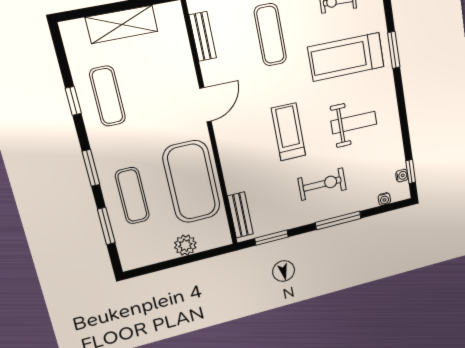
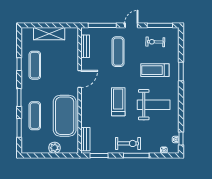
treadmill: (346, 57) -> (155, 70), width x0.73, depth x0.73
weight bench: (354, 123) -> (154, 105), width x1.36, depth x1.33
exercise bike: (322, 184) -> (128, 143), moved

